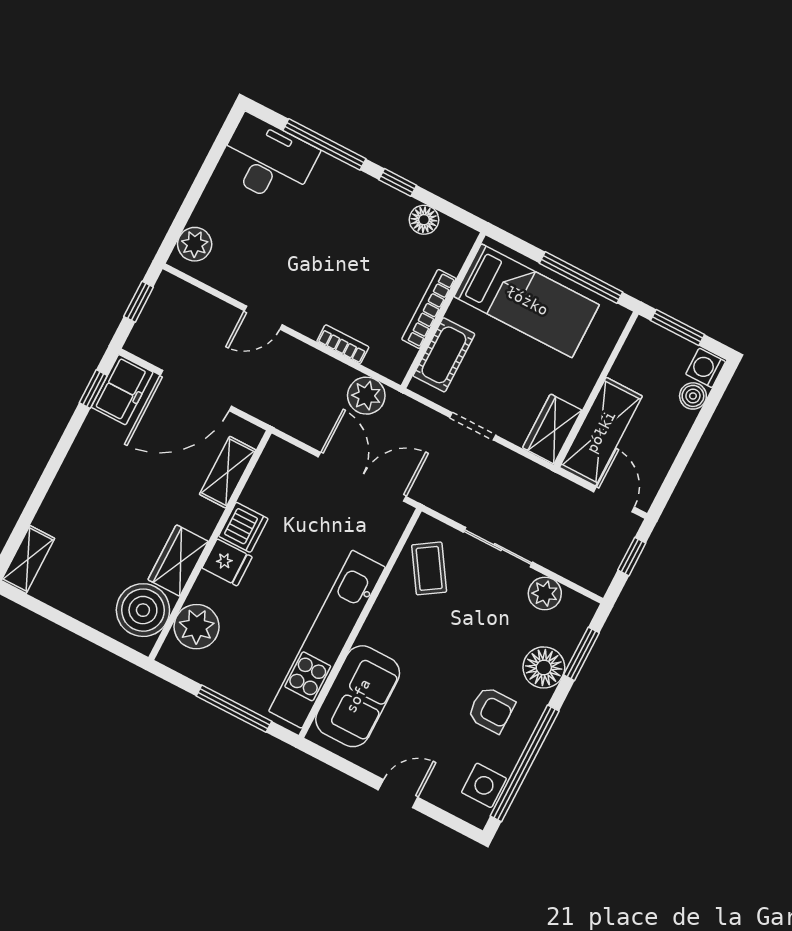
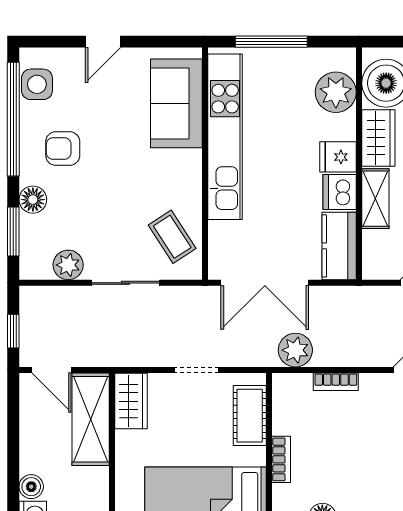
bookcase: (429, 309) -> (281, 459), width x0.64
shelving: (228, 472) -> (375, 199), moved
kitchen counter: (271, 475) -> (339, 246), added
floor lamp: (544, 667) -> (33, 200), width x0.73, depth x0.73

